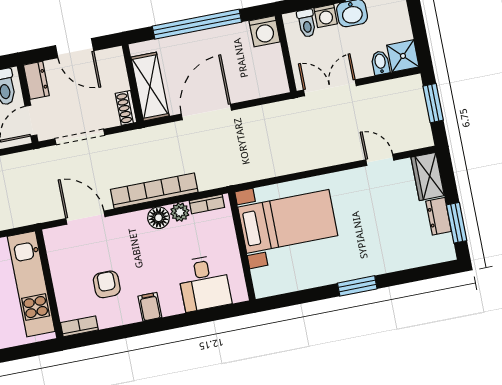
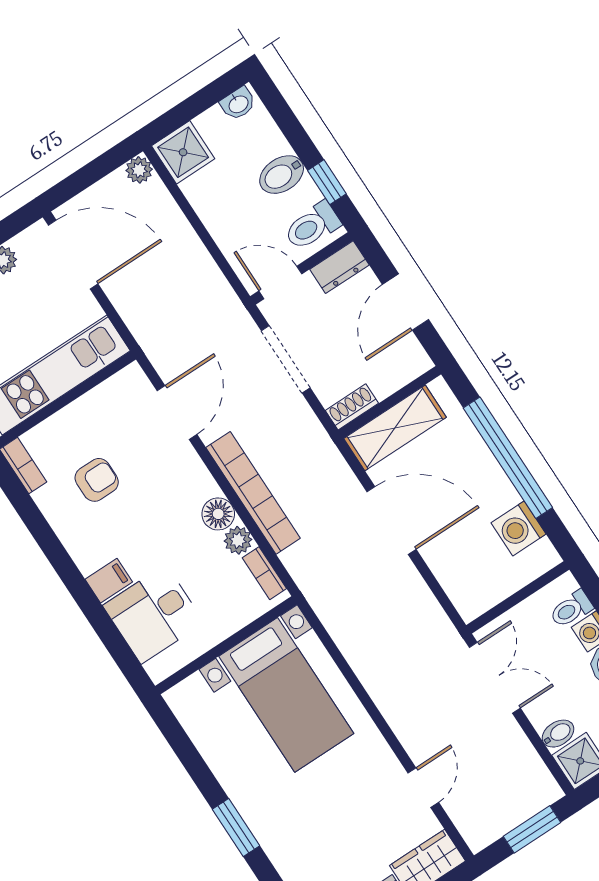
washing machine: (265, 31) -> (518, 528), moved
filing cabinet: (150, 307) -> (109, 581), moved

